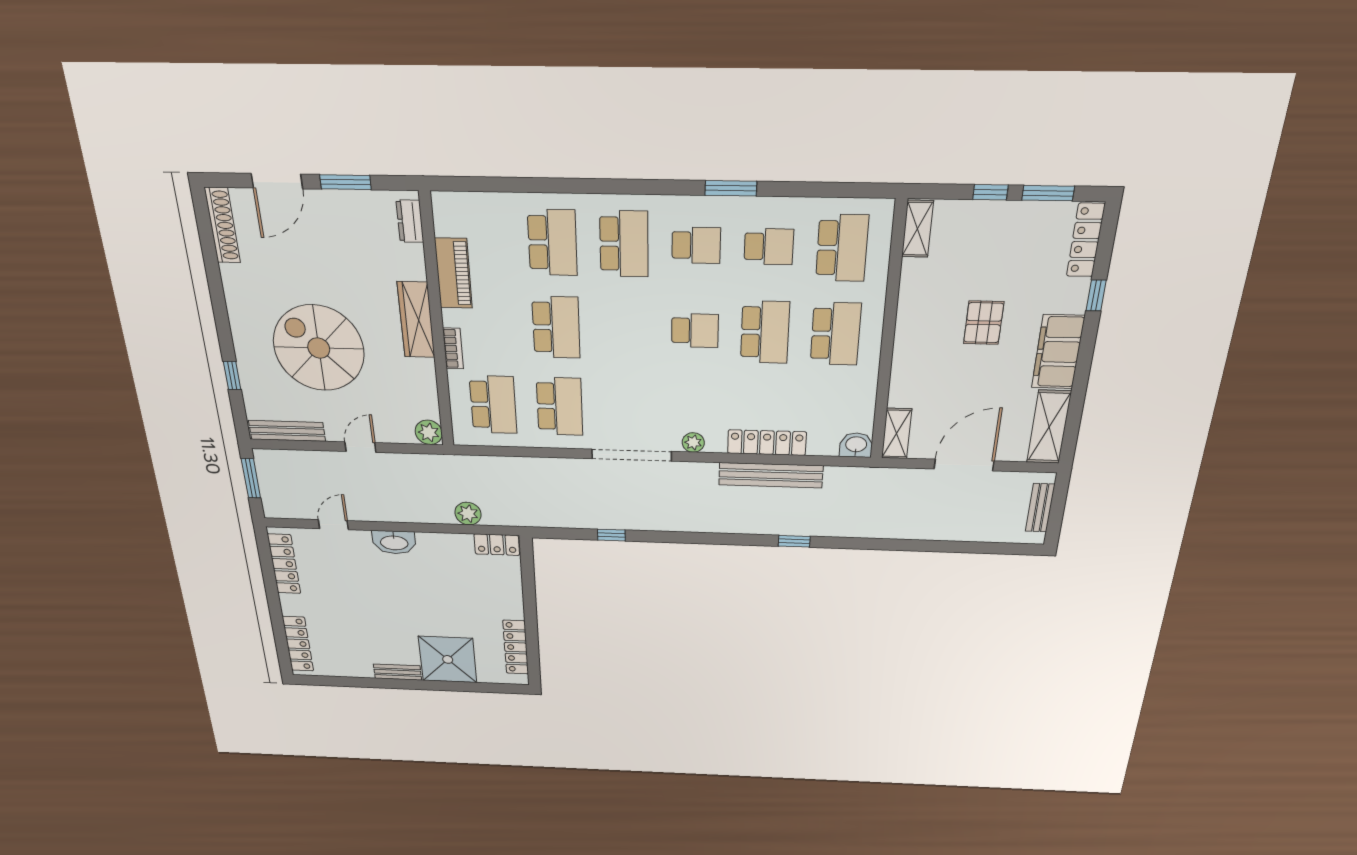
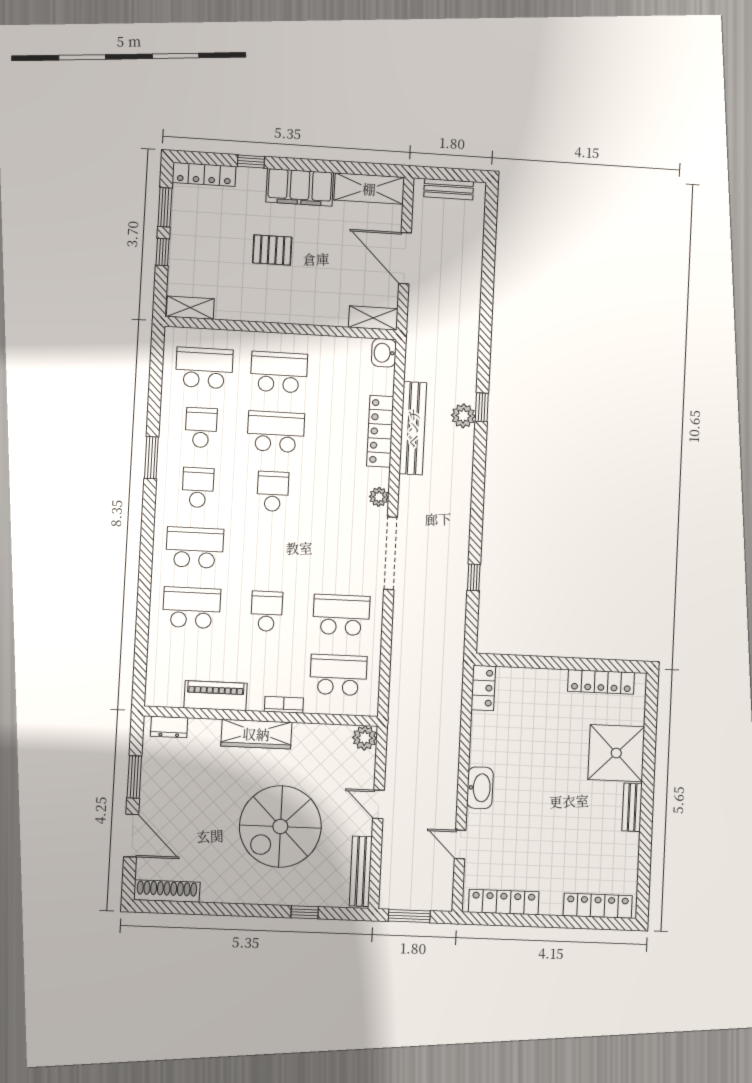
school desk: (556, 327) -> (267, 611), width x0.54
plant: (468, 514) -> (463, 416), moved

